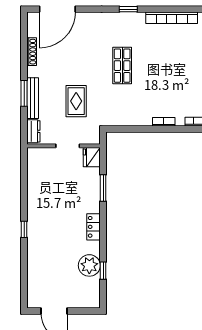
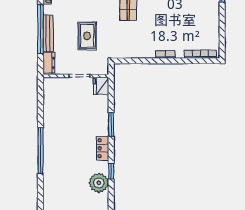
window: (24, 93) -> (40, 29), width x2.11
window: (103, 188) -> (111, 125), moved
window: (24, 229) -> (40, 150), width x3.17
window: (103, 271) -> (111, 171), moved

